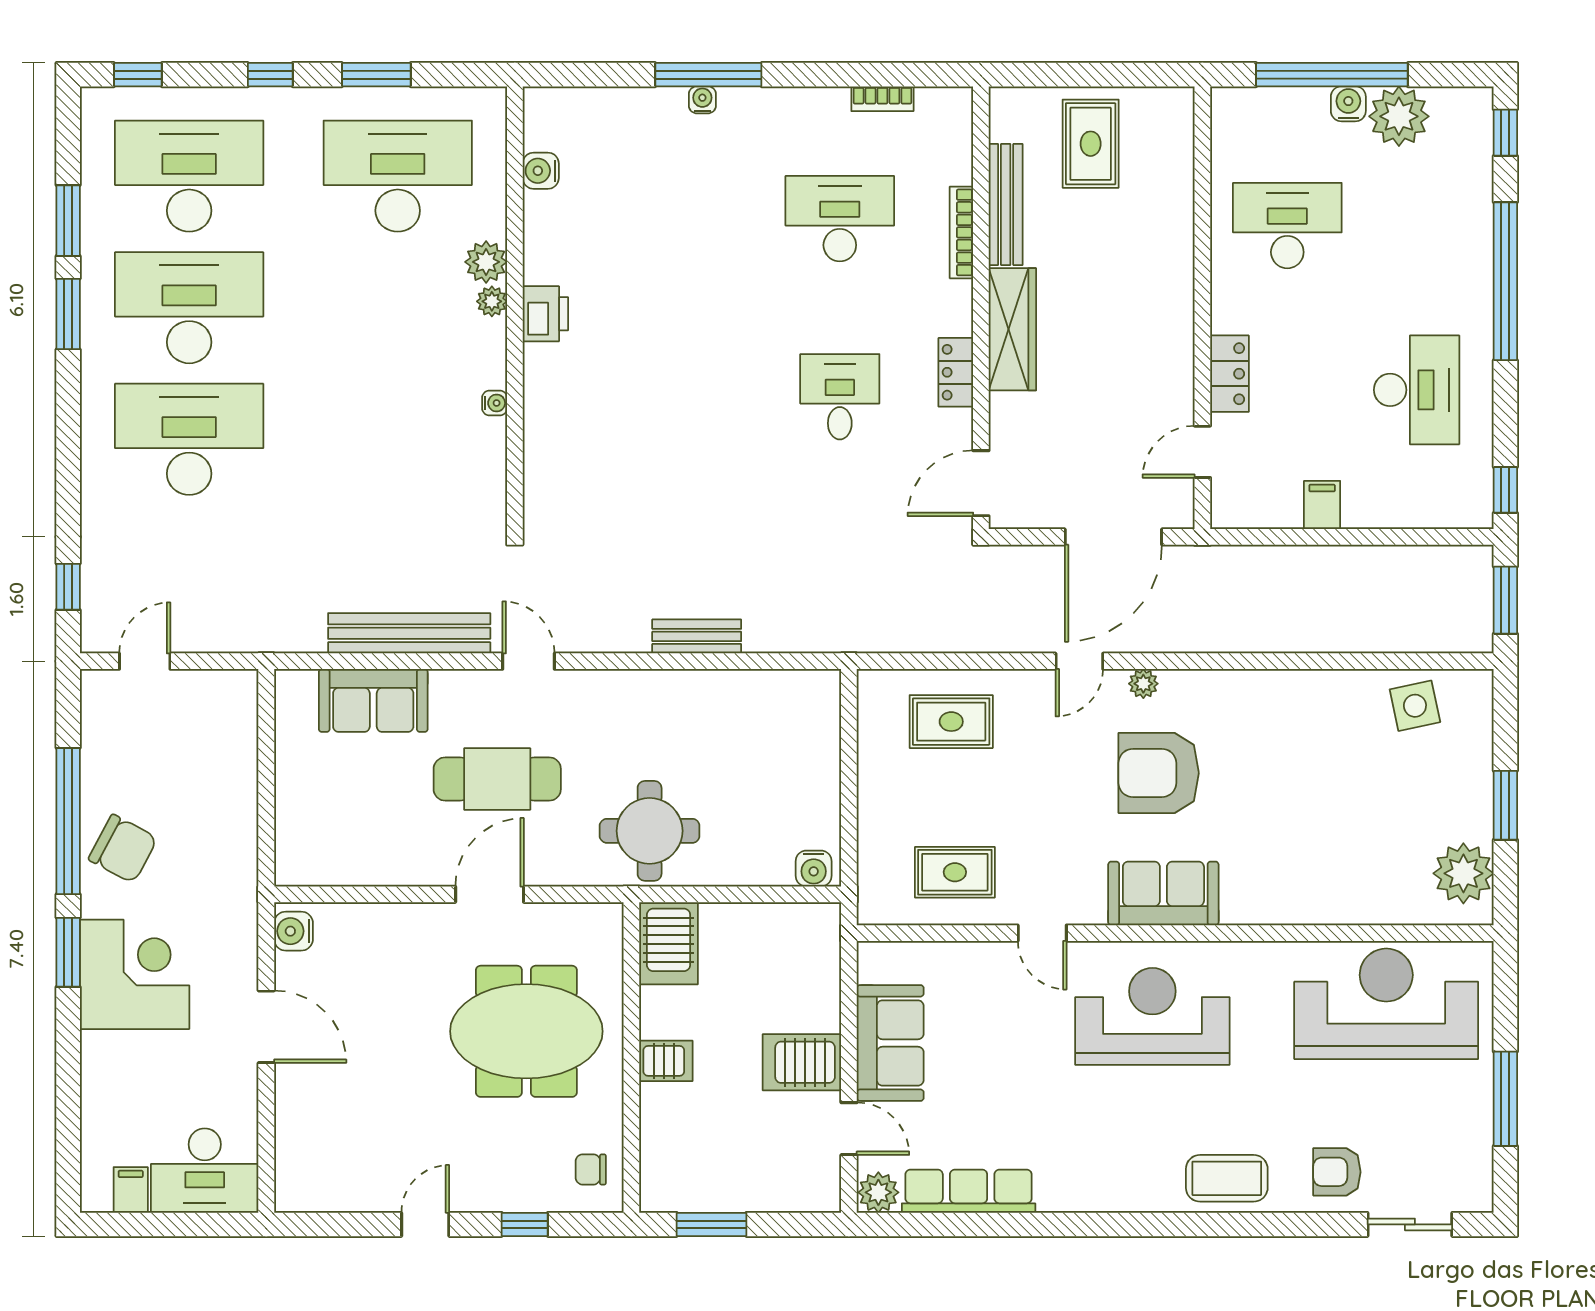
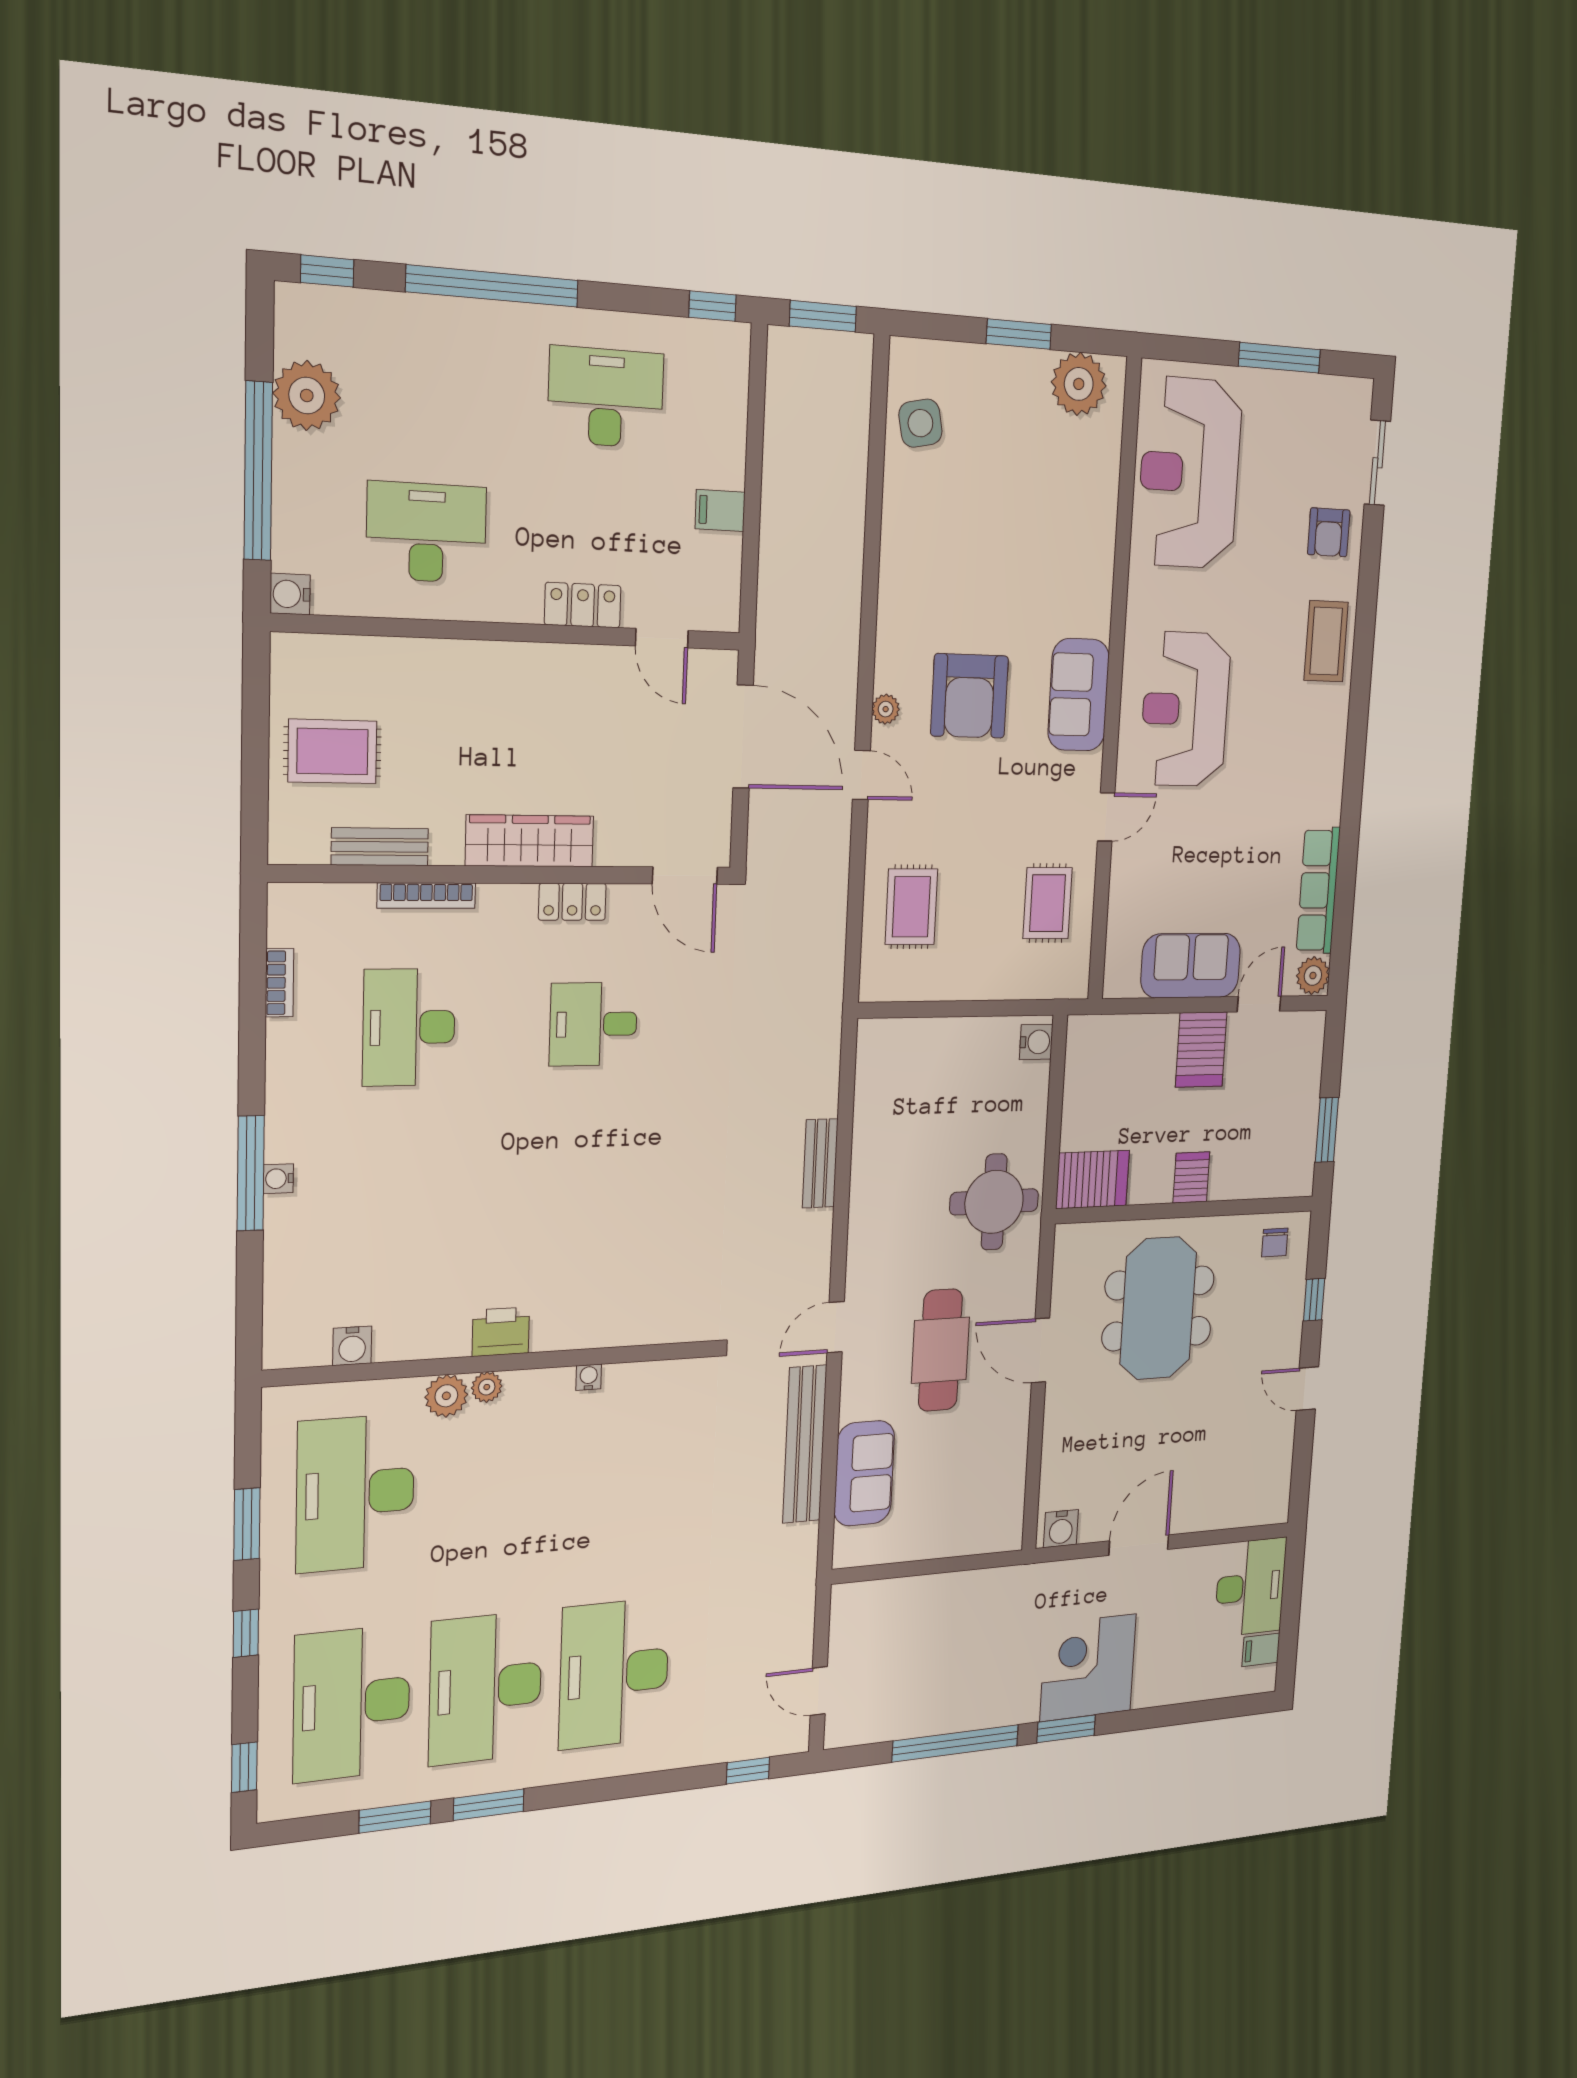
water cooler: (1348, 104) -> (290, 594), moved
bench: (1006, 205) -> (380, 847), width x0.73
desk: (1287, 226) -> (426, 532), turned 90
chair: (123, 849) -> (982, 1691), removed

